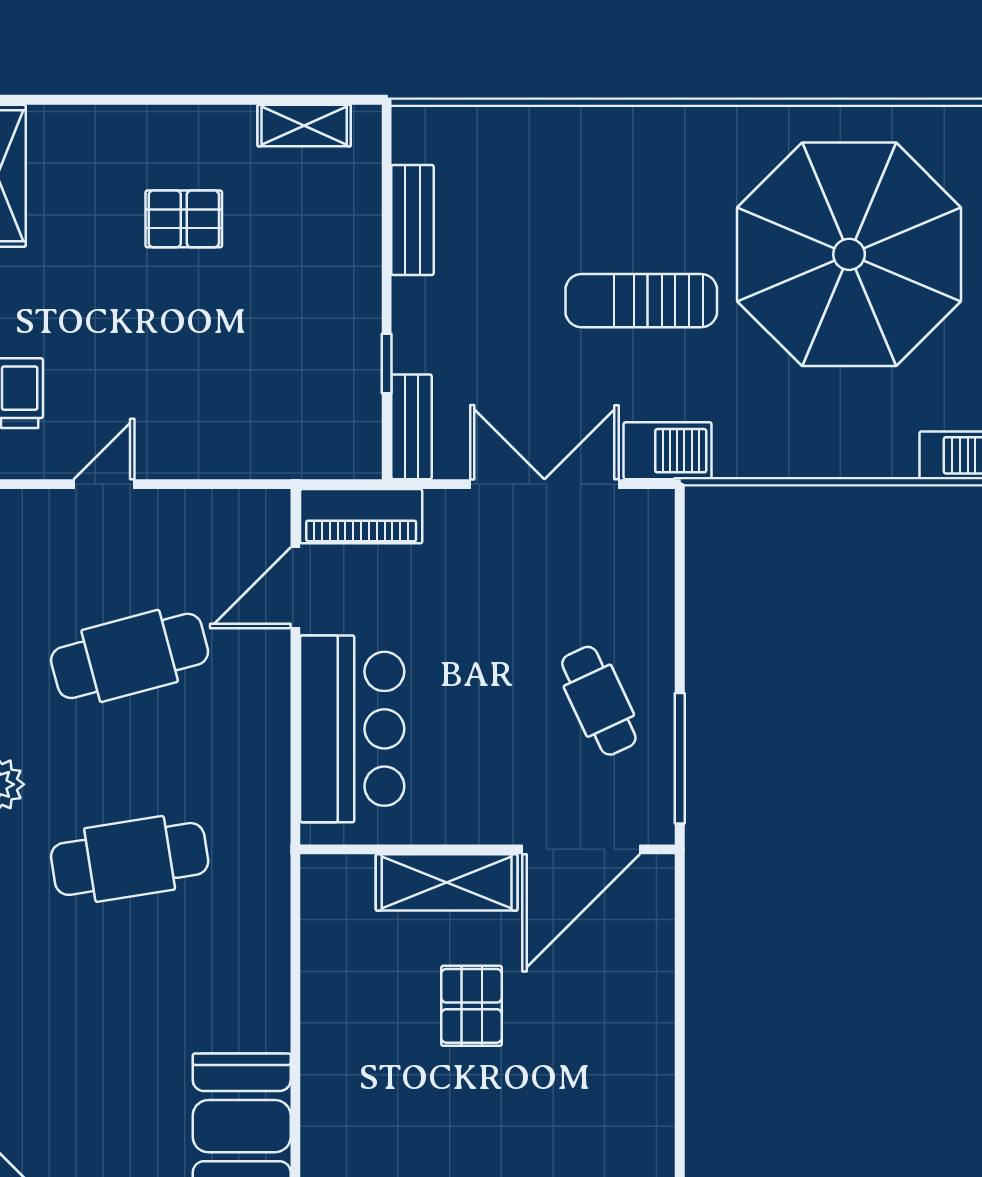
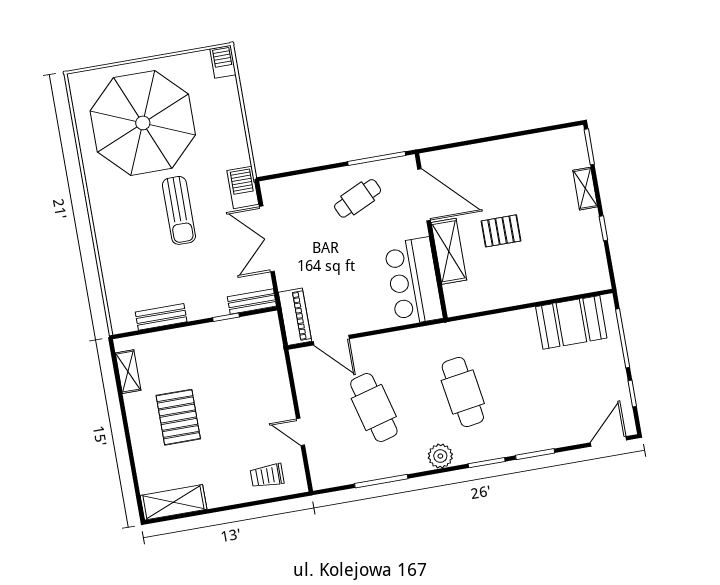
pallet: (184, 219) -> (178, 417), width x1.50, depth x1.42
bar counter: (352, 729) -> (414, 281), moved, turned -90

